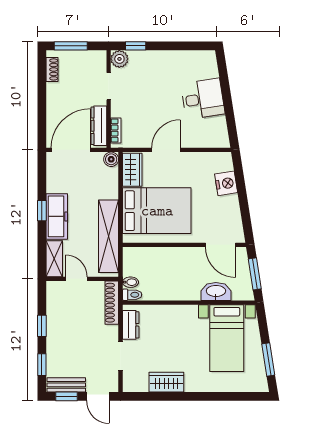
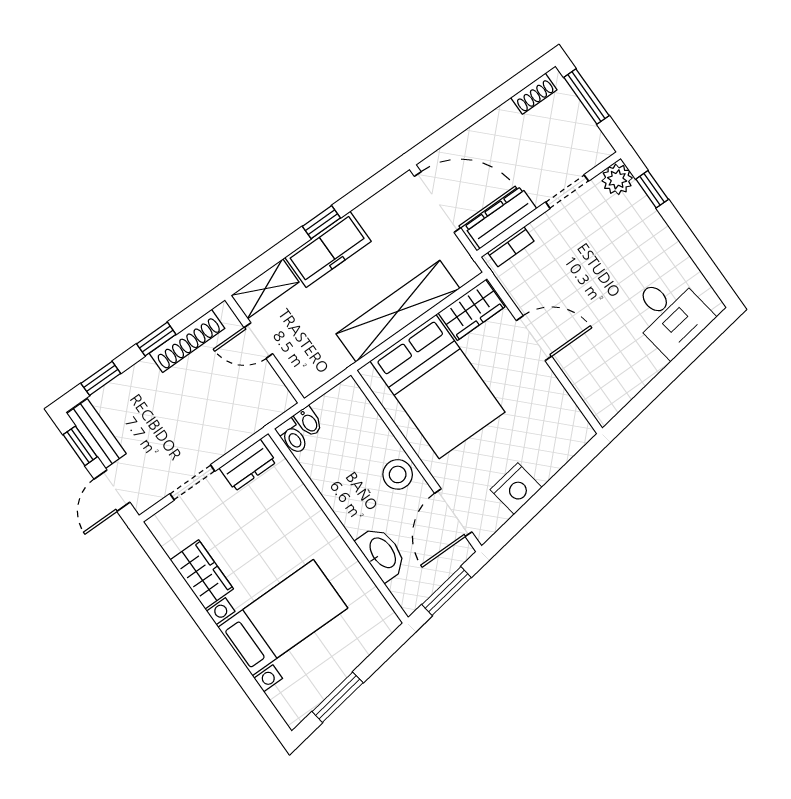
desk: (203, 99) -> (670, 314), moved
boiler: (111, 159) -> (465, 269), removed
nightstand: (226, 183) -> (516, 489), moved
shelving: (109, 236) -> (398, 311), moved
stool: (184, 258) -> (398, 474), added
door: (76, 279) -> (258, 341), swing flipped
shoe rack: (112, 303) -> (187, 341), moved, turned 180
bed with nightstands: (227, 338) -> (283, 618), moved, turned 180

